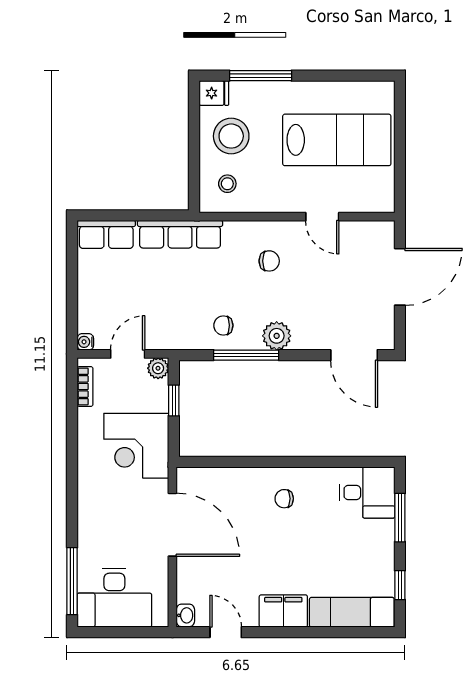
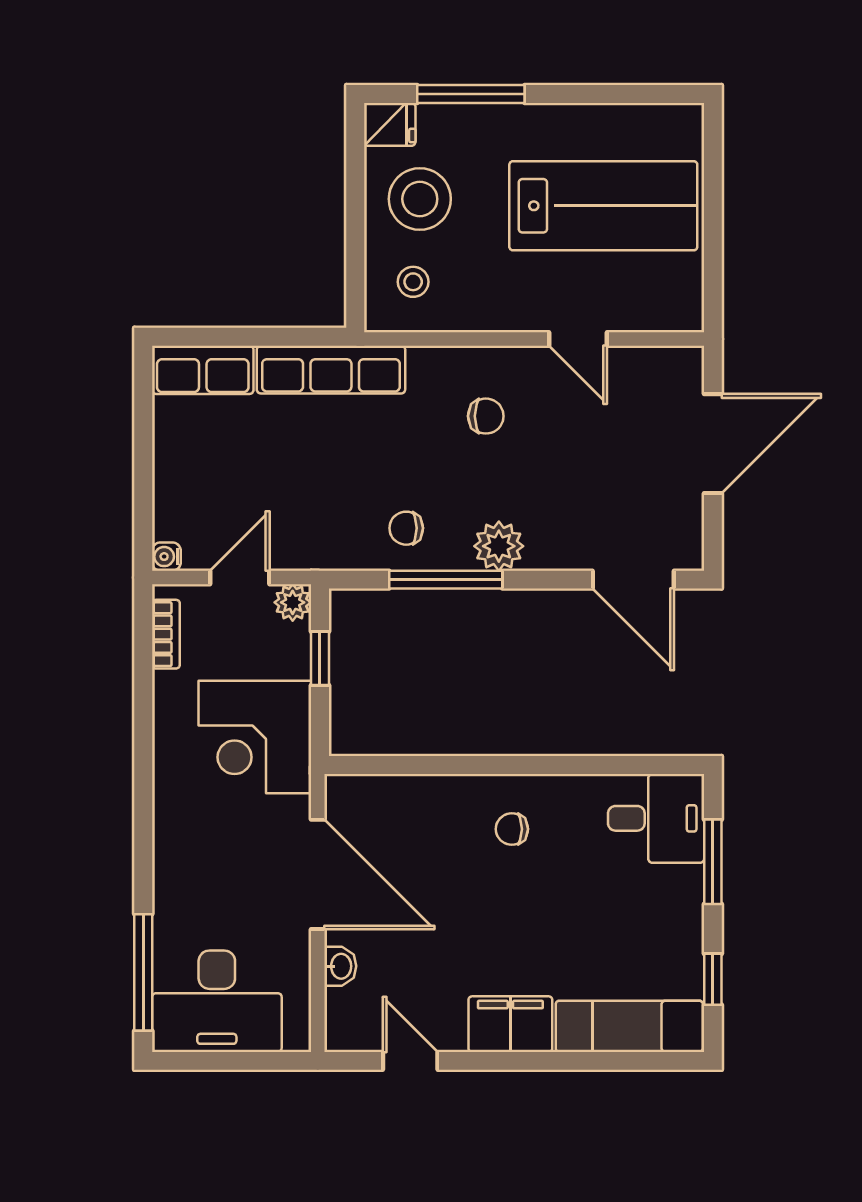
washbasin: (185, 615) -> (340, 966), moved

